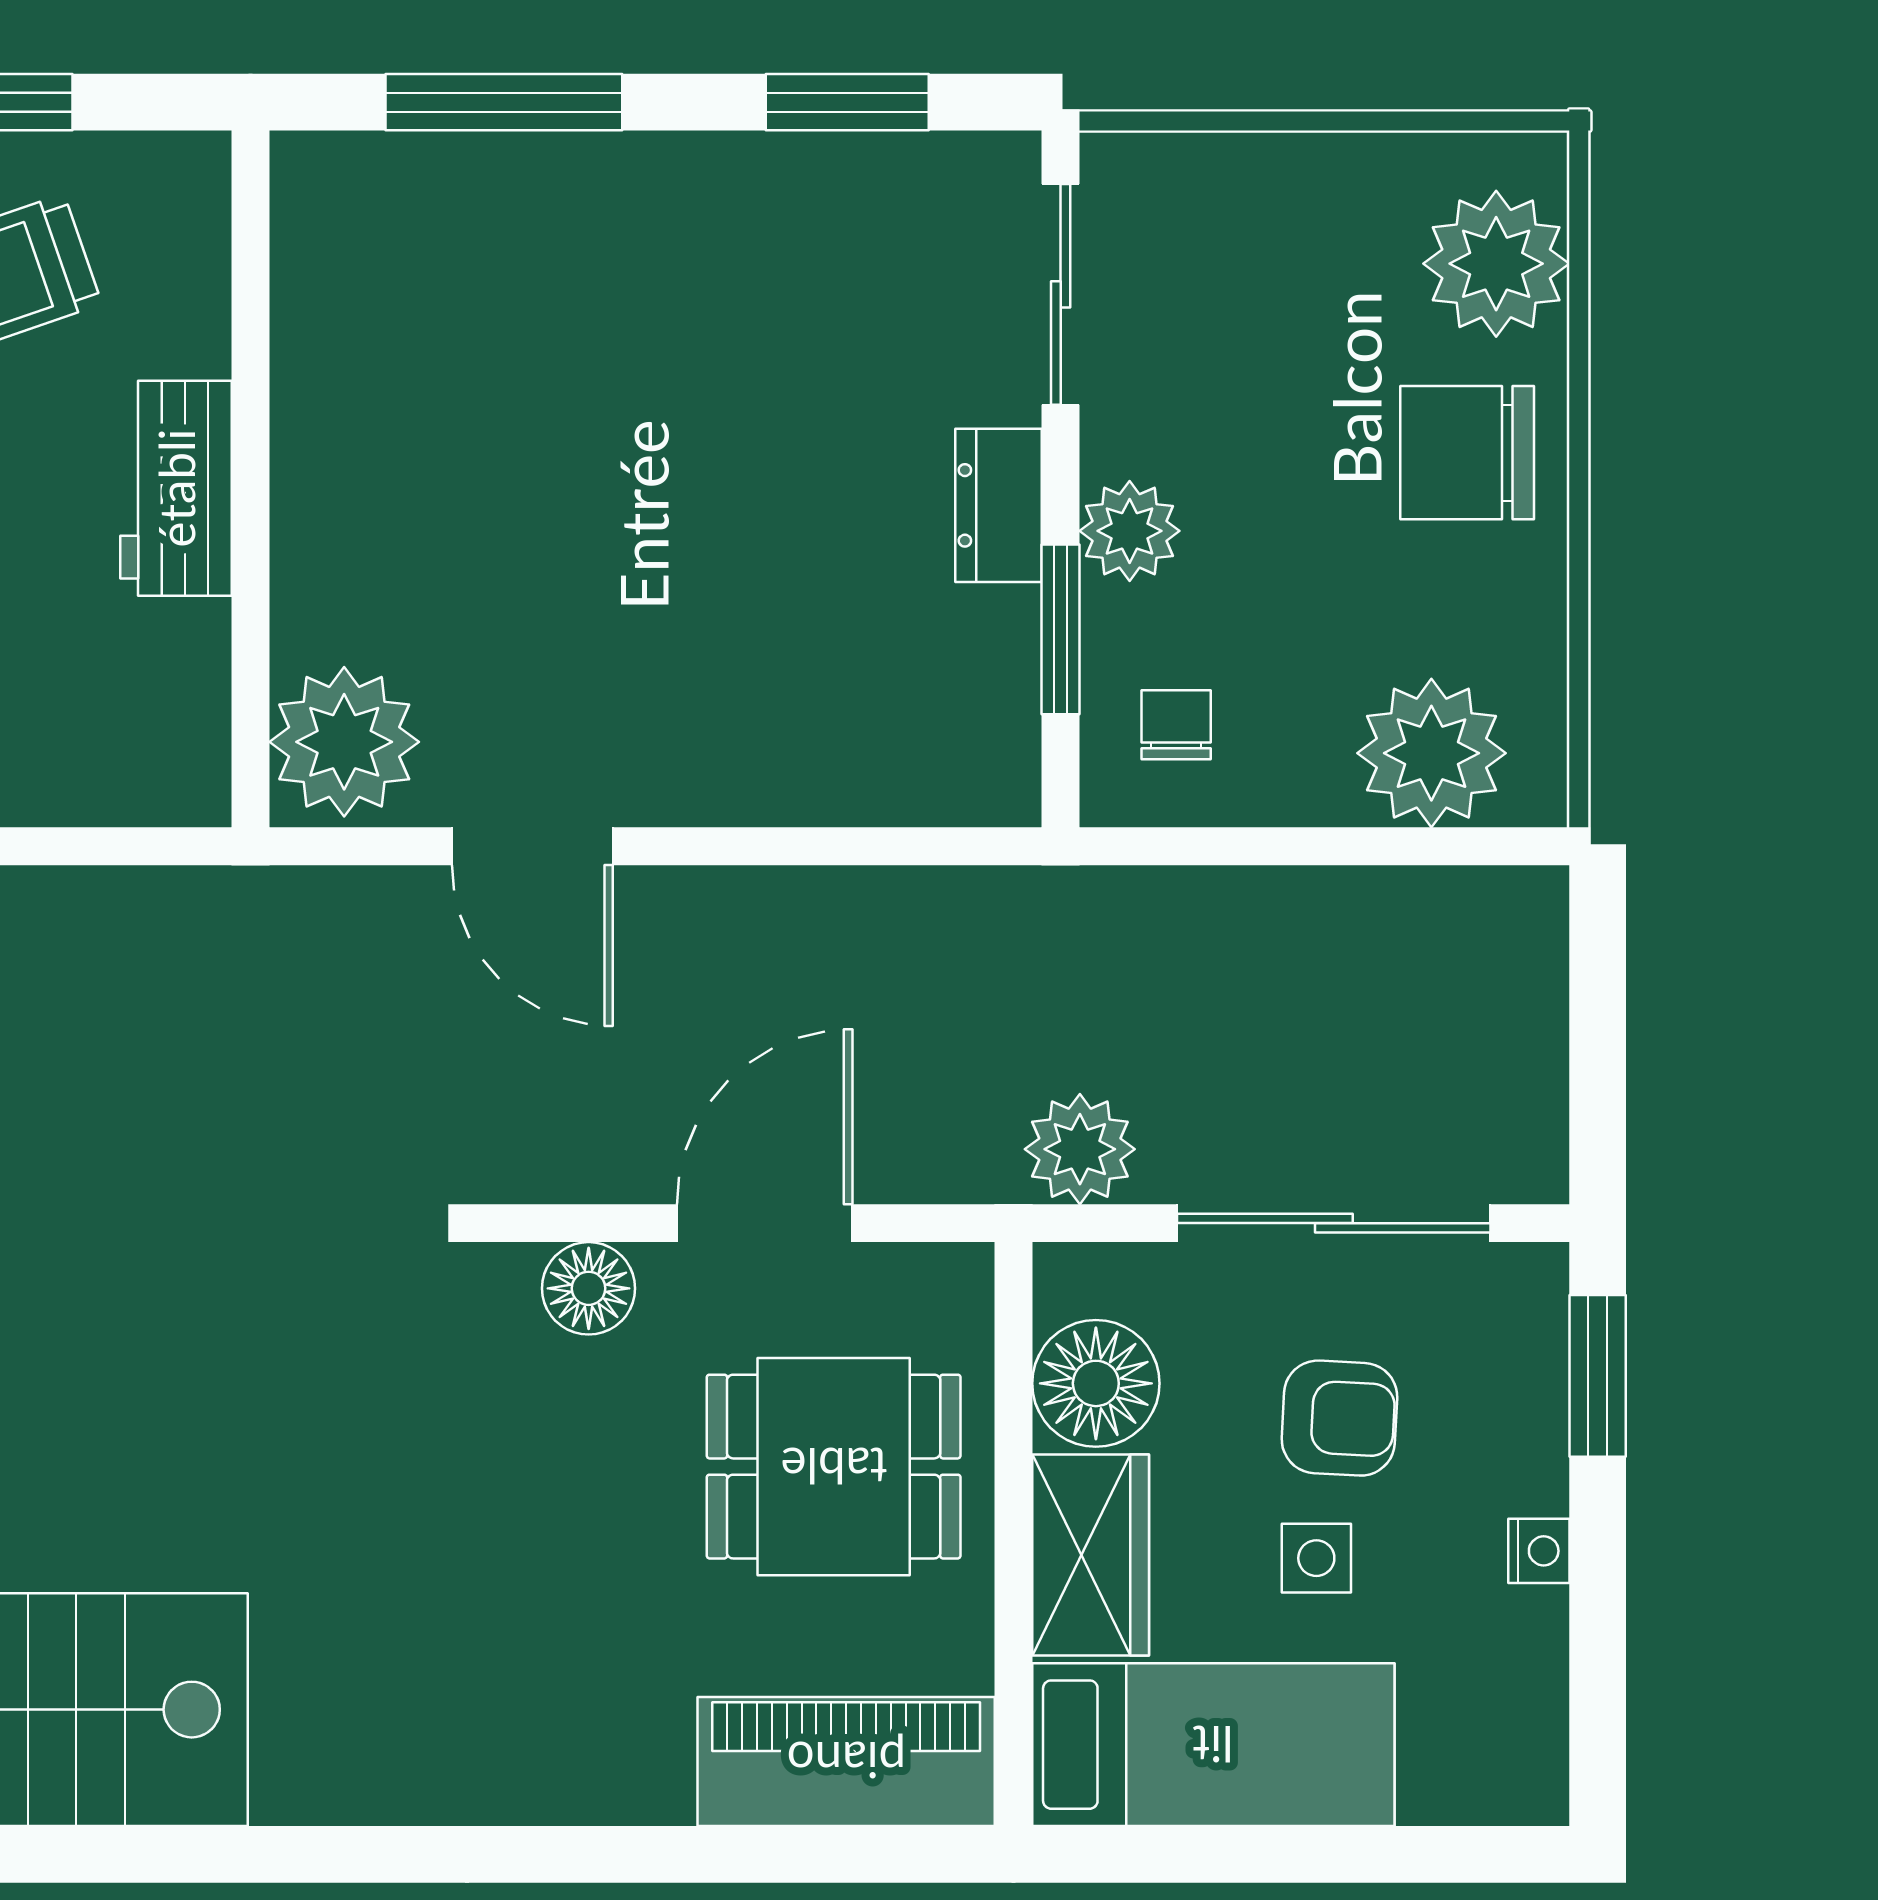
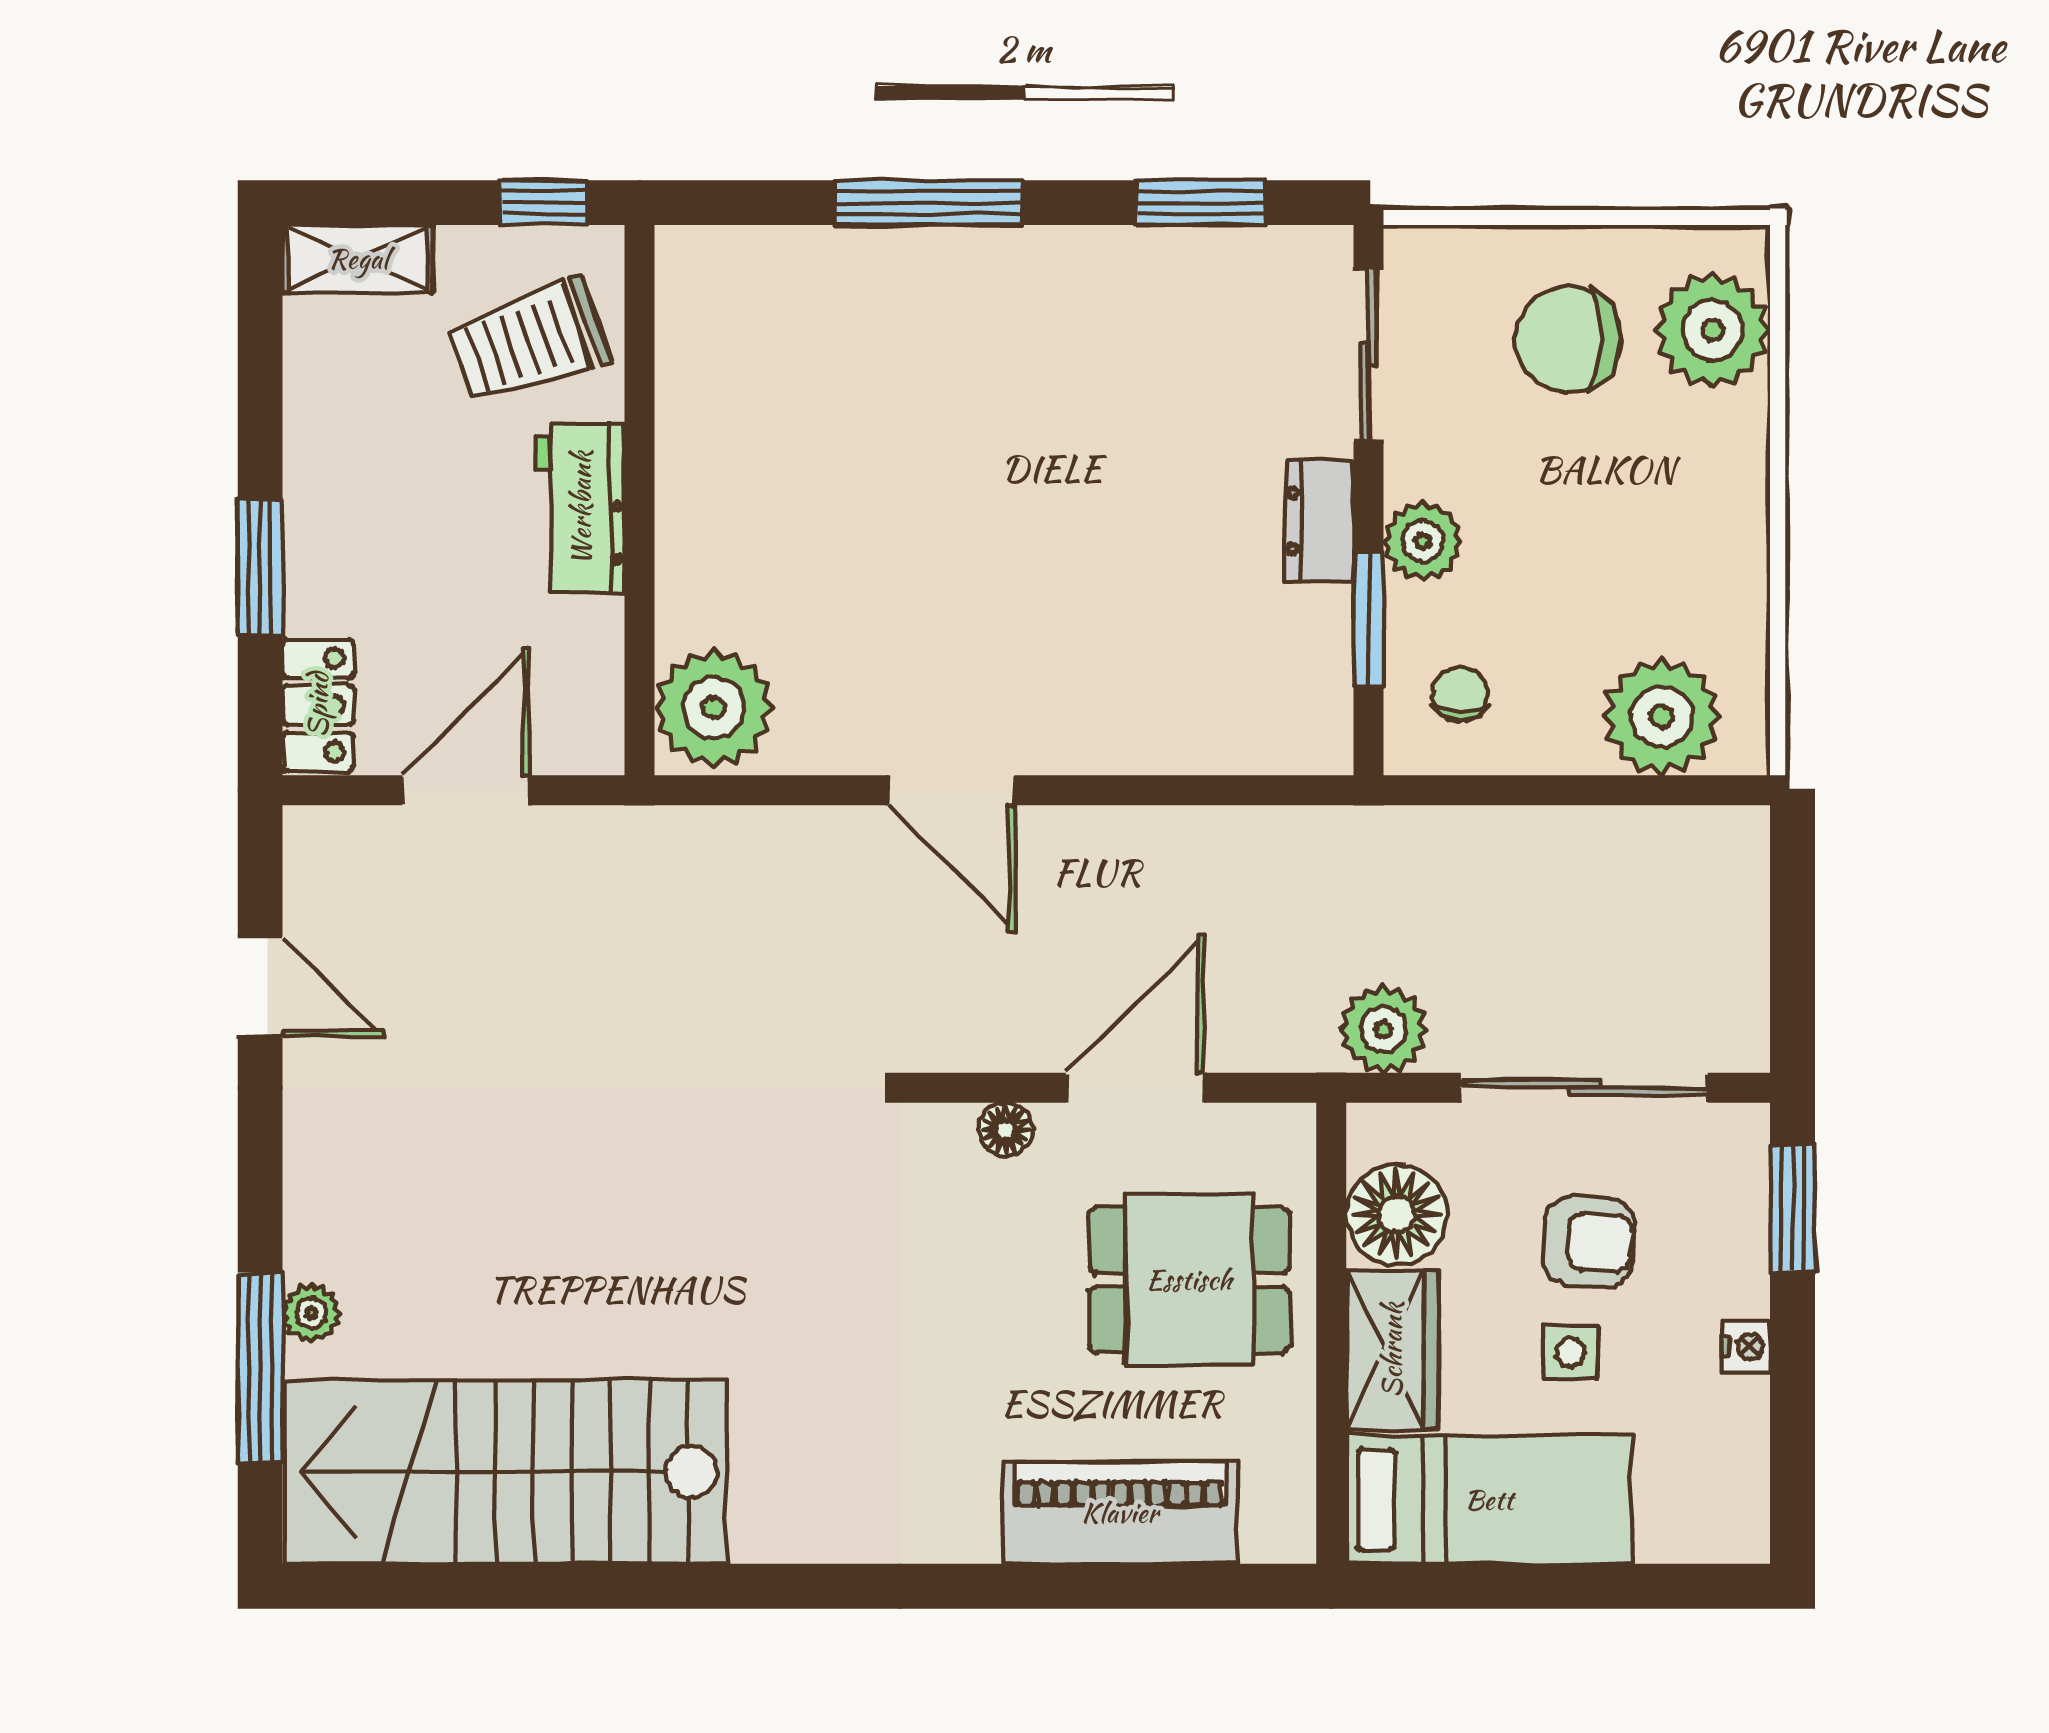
chair: (1467, 453) -> (1568, 339), moved
wall: (250, 479) -> (640, 500), moved
workbench: (176, 488) -> (581, 508), moved
plant: (344, 742) -> (714, 708), moved
floor lamp: (589, 1288) -> (1006, 1129), width x0.73, depth x0.73
piano: (846, 1761) -> (1120, 1513), moved

